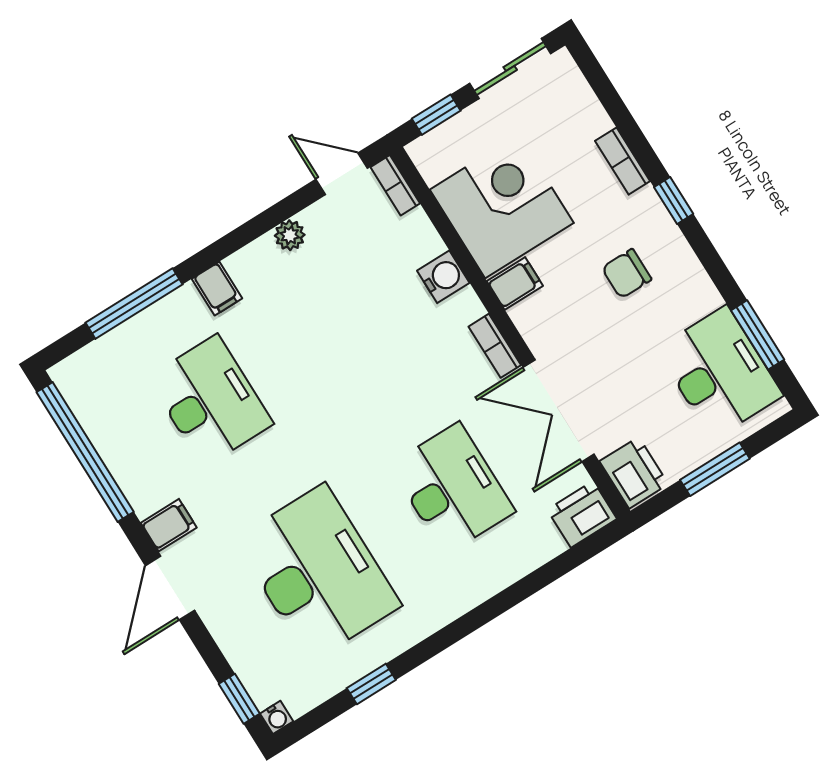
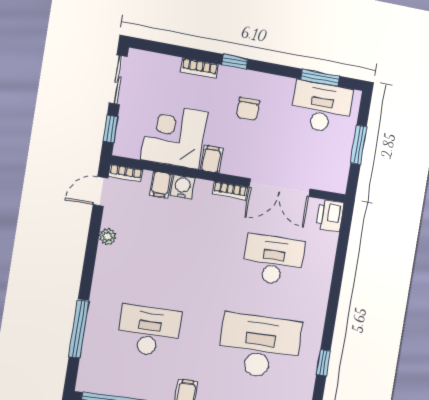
filing cabinet: (217, 289) -> (161, 185), moved, turned 90
printer: (634, 473) -> (332, 179), removed

